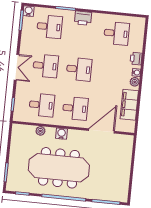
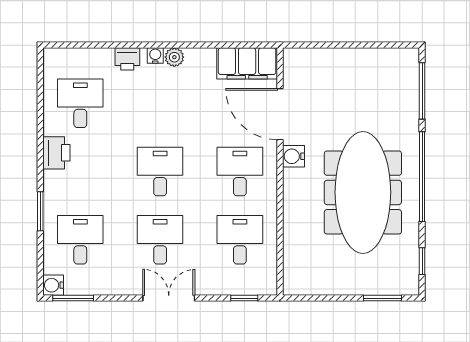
printer: (83, 18) -> (56, 153), moved
filing cabinet: (129, 105) -> (247, 63), moved
plant: (40, 131) -> (292, 237), removed
water cooler: (61, 134) -> (293, 156), moved

